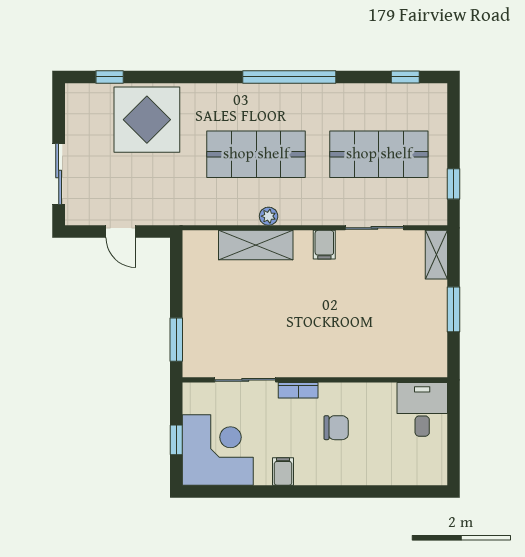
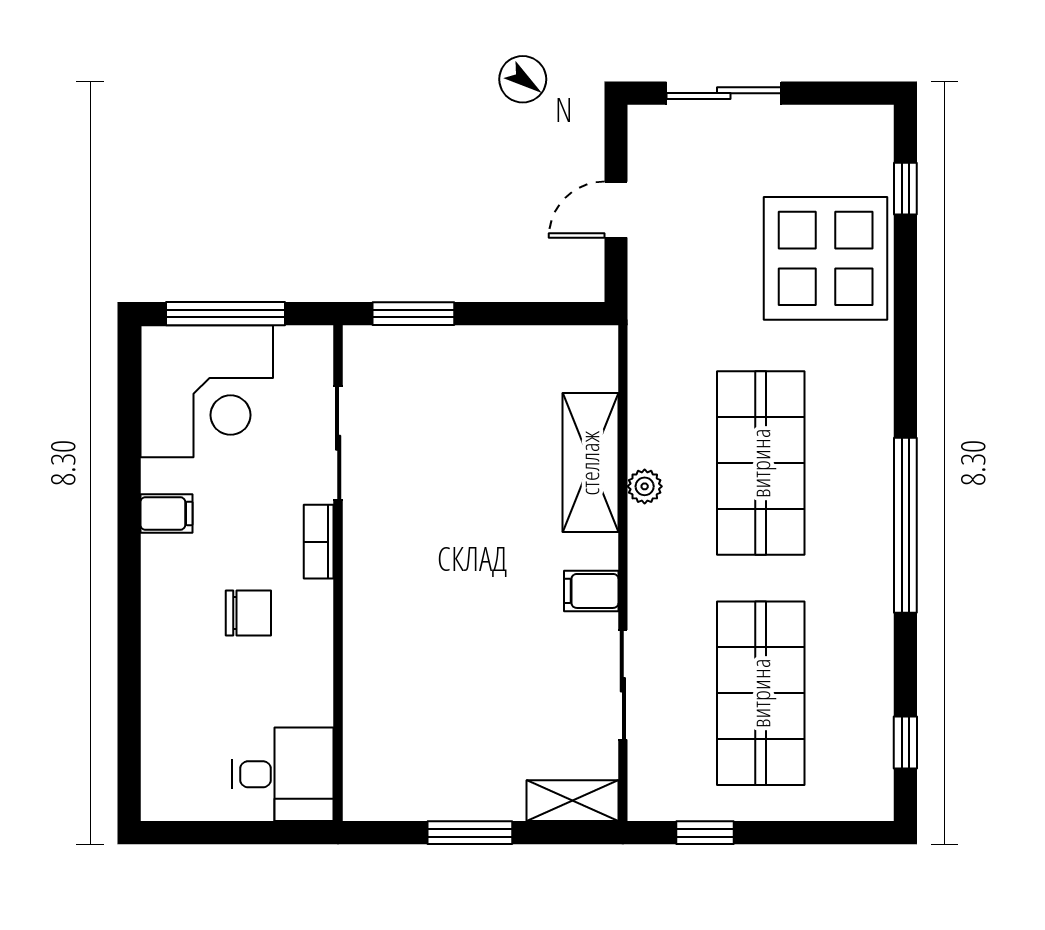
chair: (336, 428) -> (248, 613), turned -90
window: (176, 440) -> (226, 314), width x2.17

